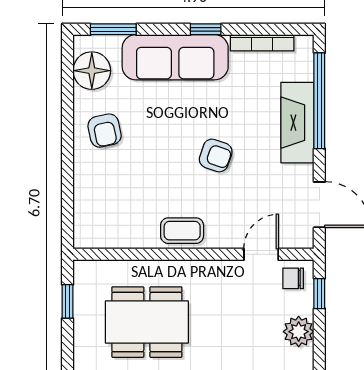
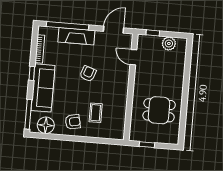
window: (113, 29) -> (28, 114), width x1.44
coffee table: (182, 231) -> (96, 113), moved
chair: (293, 278) -> (145, 44), removed
dining table: (147, 322) -> (159, 110), width x0.73

